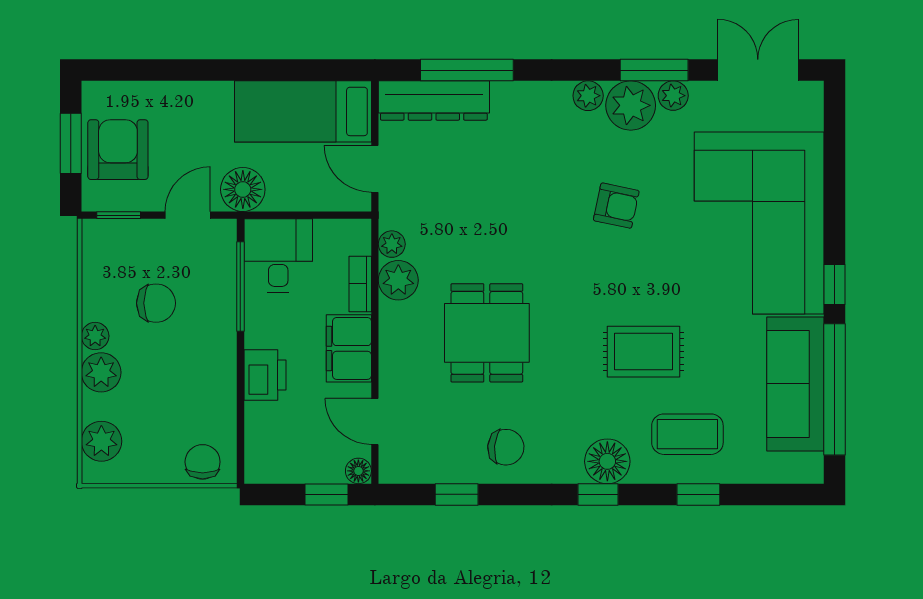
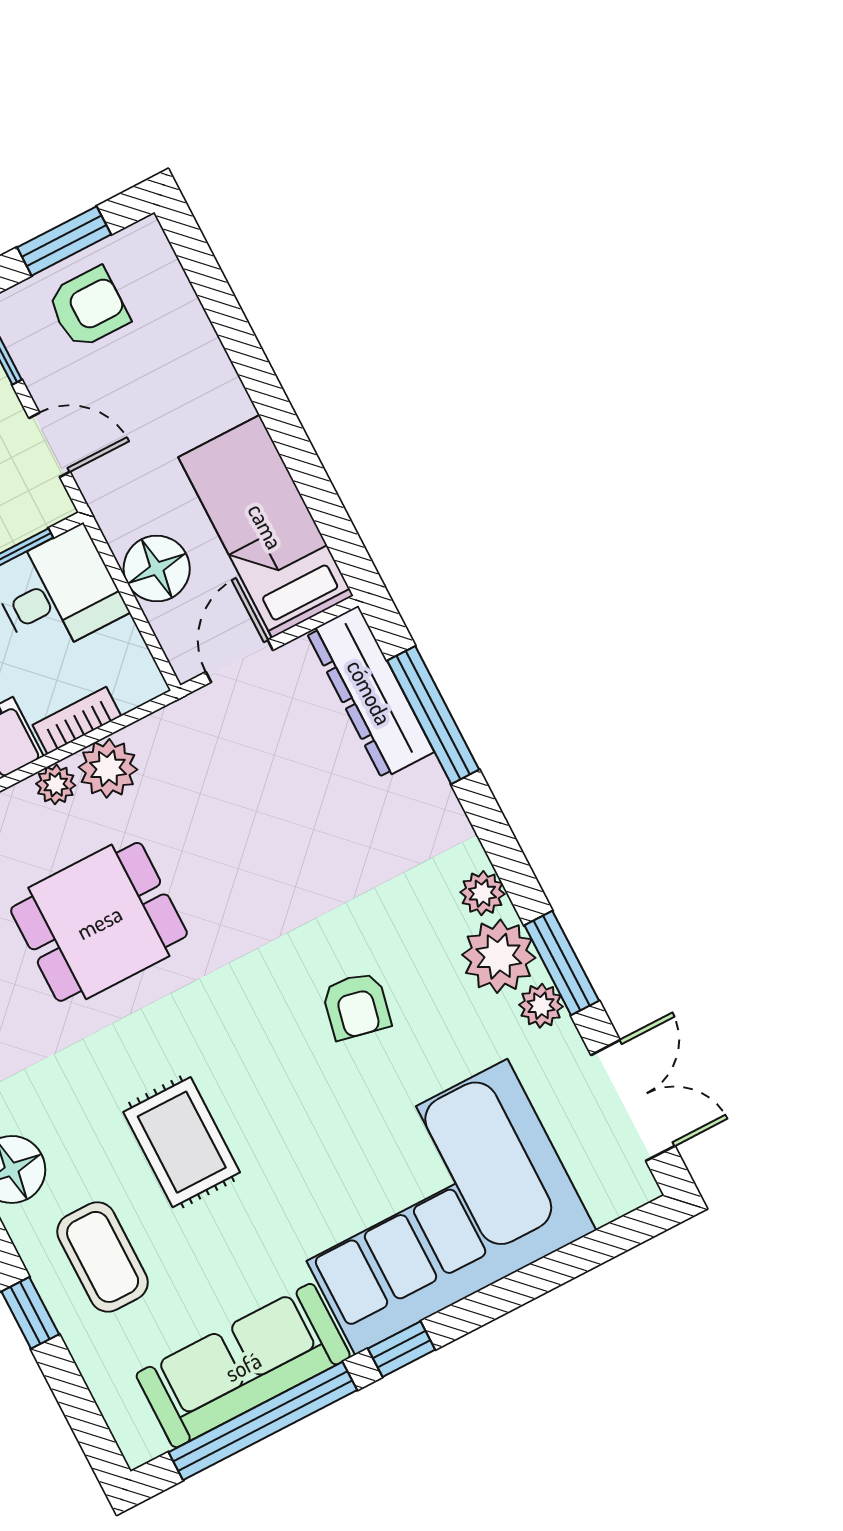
armchair: (118, 150) -> (88, 308), width x0.72, depth x0.72
floor lamp: (243, 189) -> (157, 568), moved
plant: (392, 244) -> (56, 785), moved

